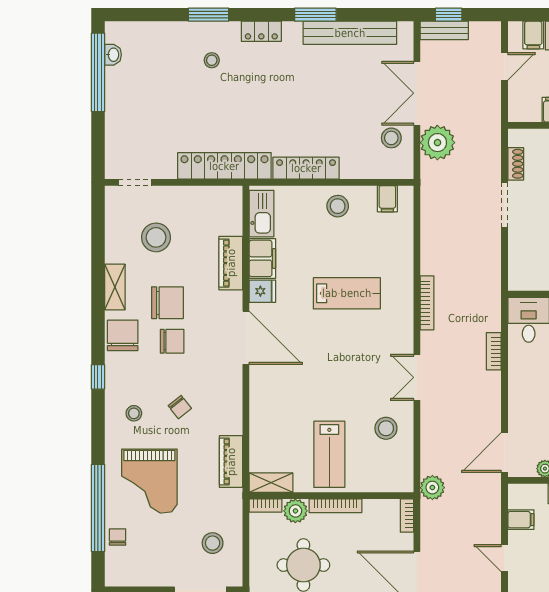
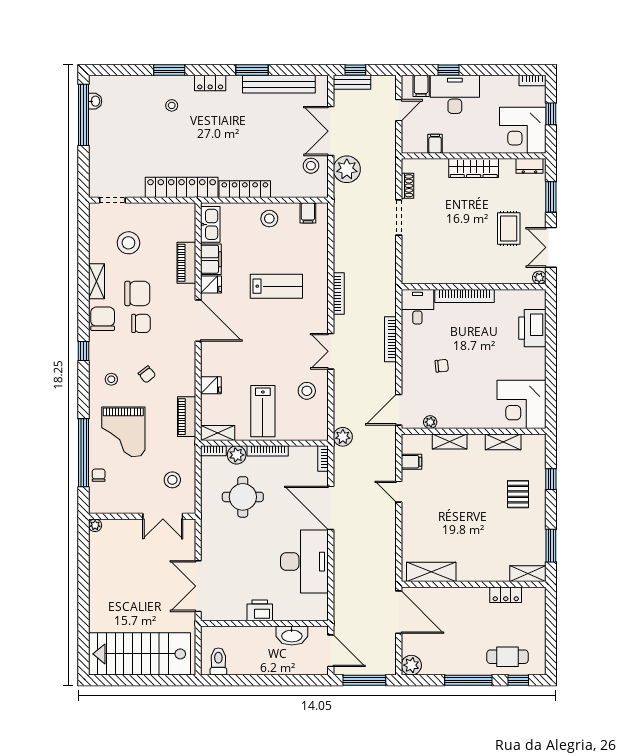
bookcase: (494, 351) -> (390, 339), width x1.56
fridge: (262, 421) -> (211, 385), added

